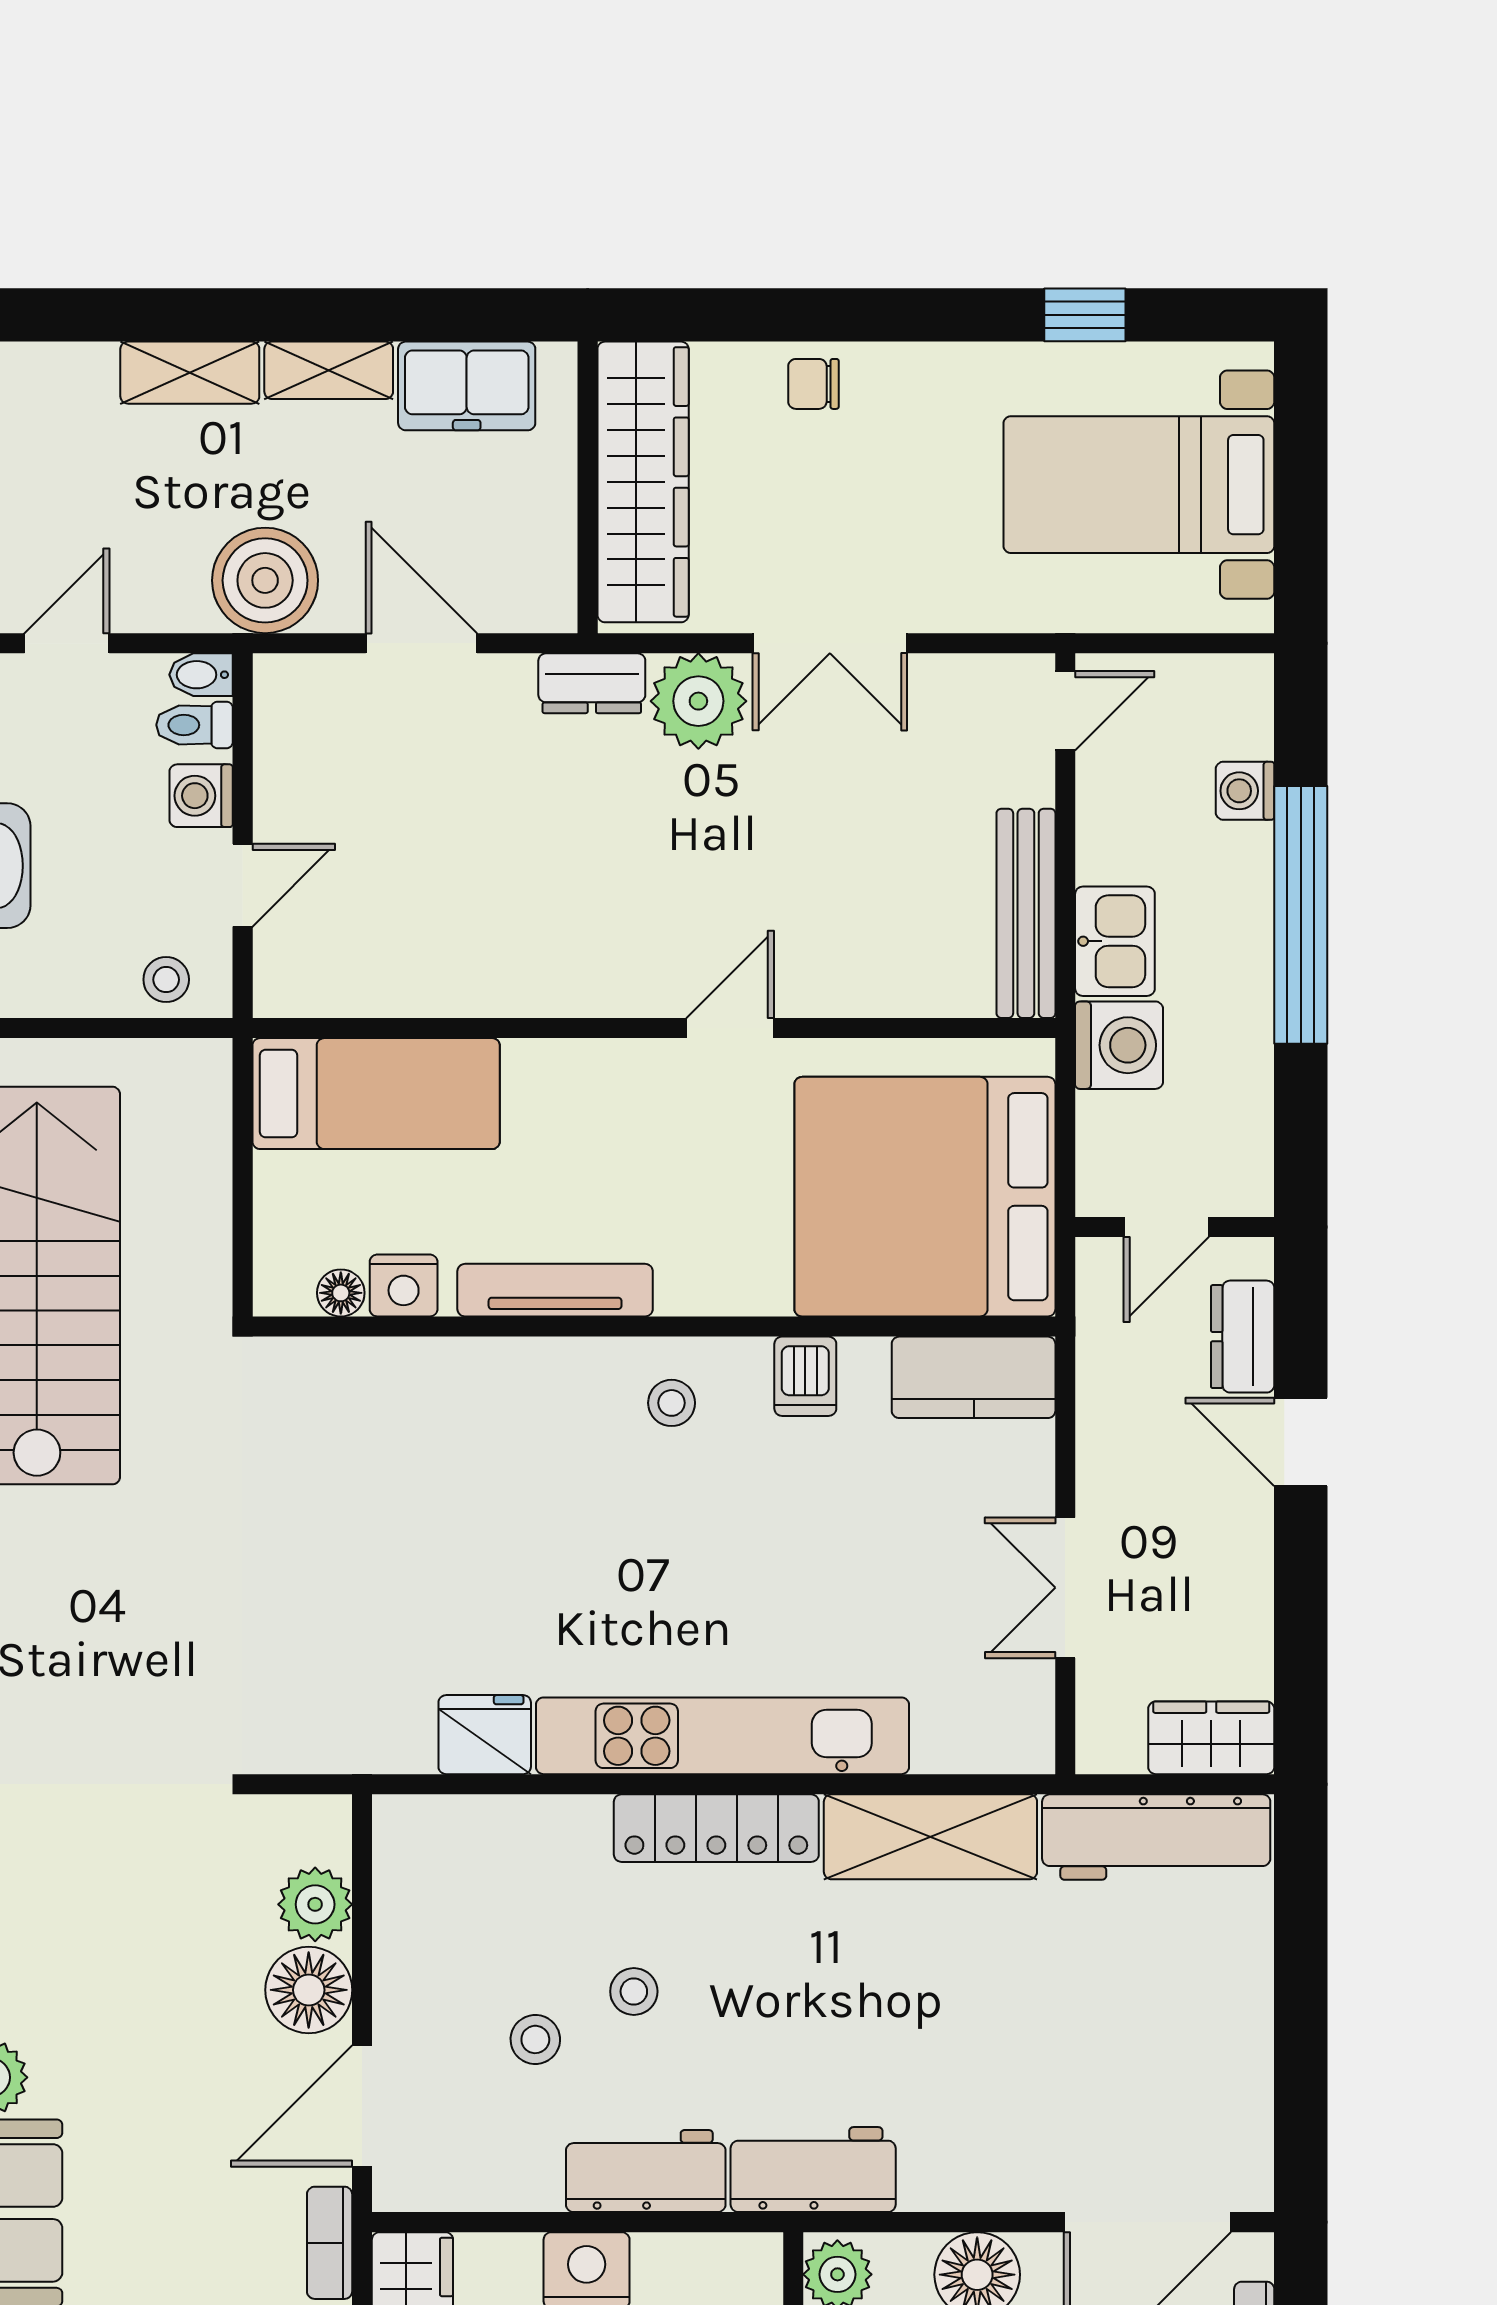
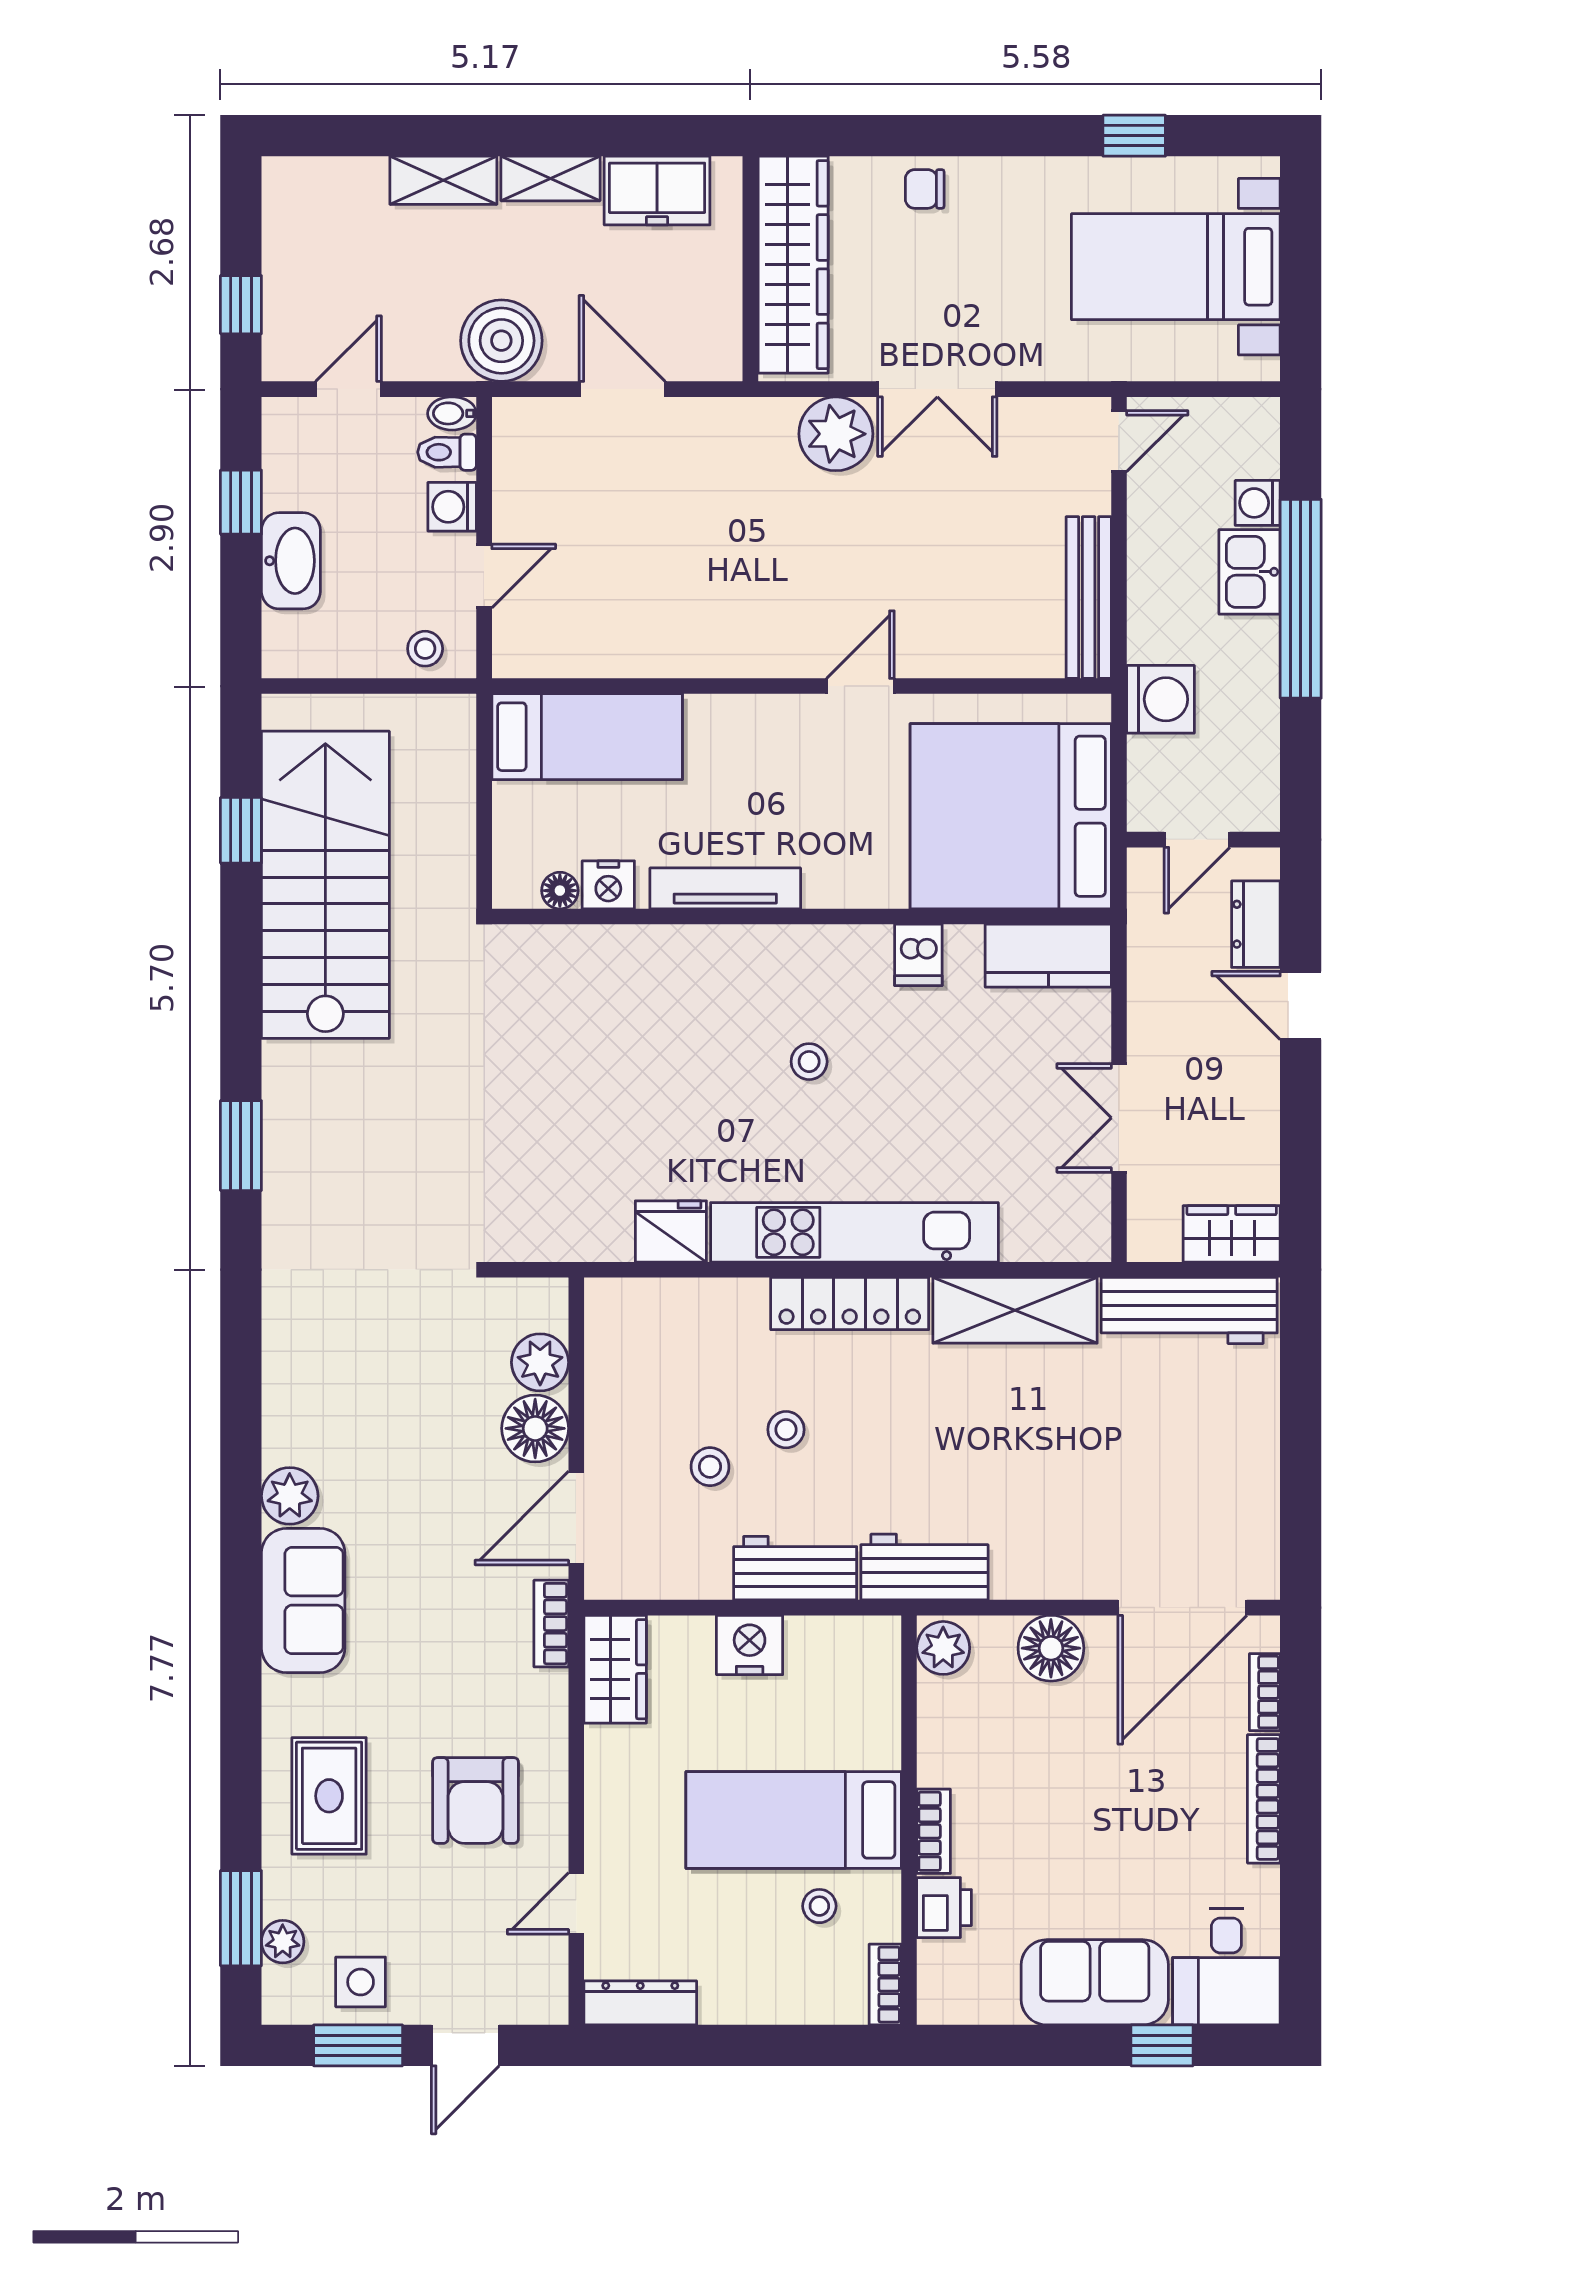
dresser: (592, 683) -> (754, 420), removed
kitchen sink: (1115, 941) -> (1250, 572), moved, turned 180
stool: (672, 1403) -> (809, 1062), moved

